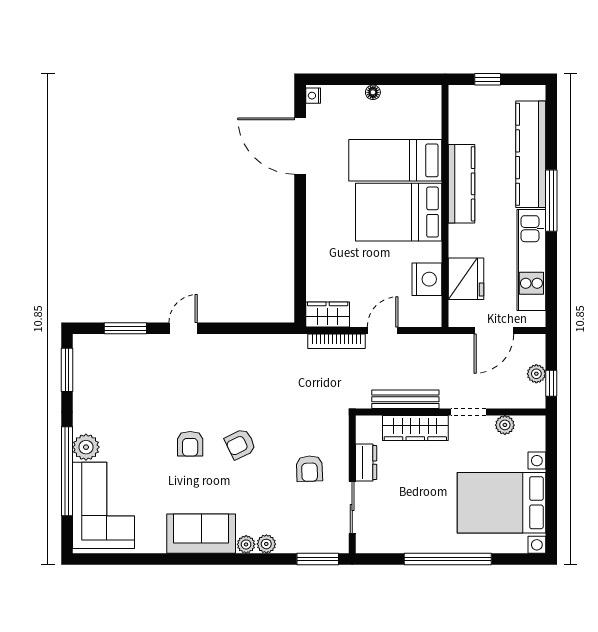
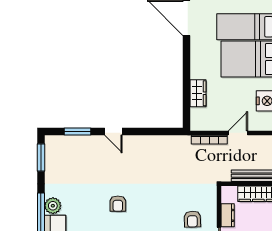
wardrobe: (328, 314) -> (198, 93), moved, turned 90
door: (183, 328) -> (113, 132), swing flipped
armchair: (240, 444) -> (149, 204), removed

